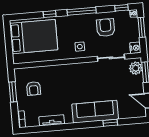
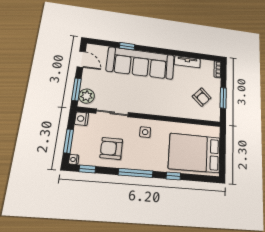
armchair: (106, 28) -> (111, 148), turned 90
armchair: (34, 89) -> (202, 97), turned 133
sofa: (95, 112) -> (141, 63), width x1.36, depth x1.27

